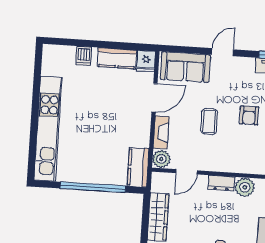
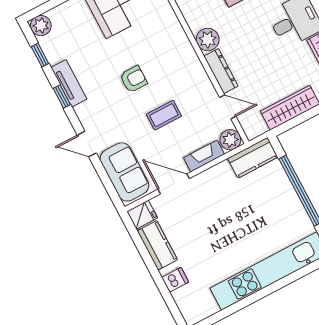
dresser: (221, 183) -> (221, 71), width x1.44

